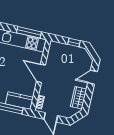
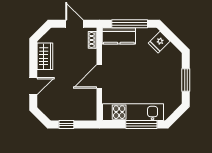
window: (29, 32) -> (141, 125), moved
door: (41, 73) -> (99, 76), swing flipped

